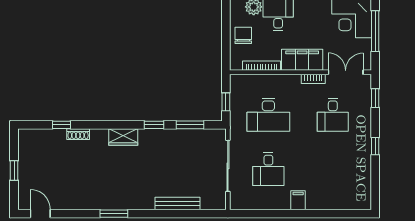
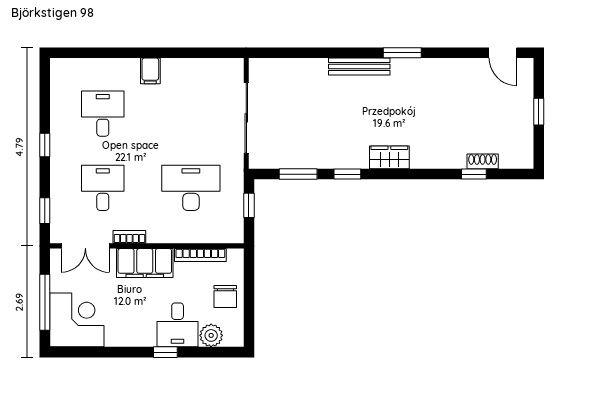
shoe rack: (78, 134) -> (483, 161), moved
desk: (268, 169) -> (103, 114), moved
bench: (178, 203) -> (359, 66), moved

